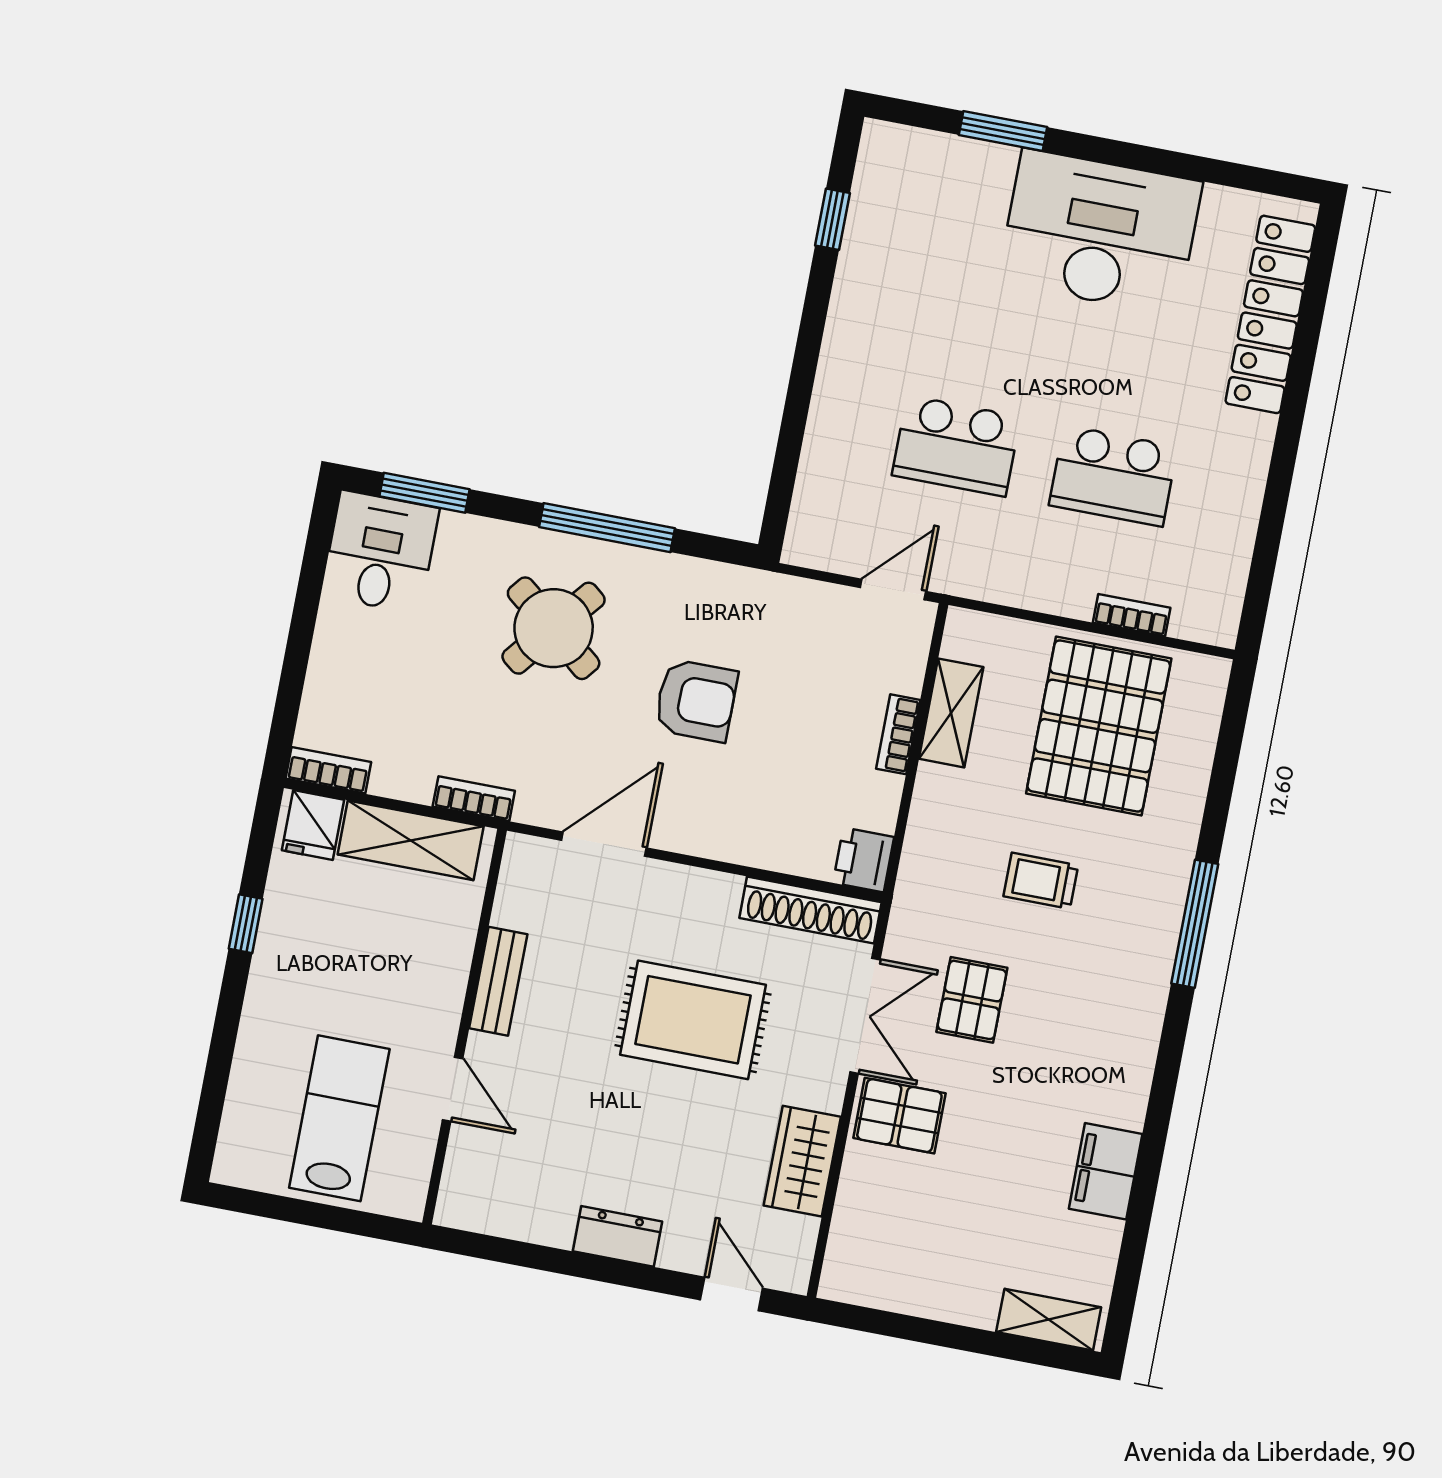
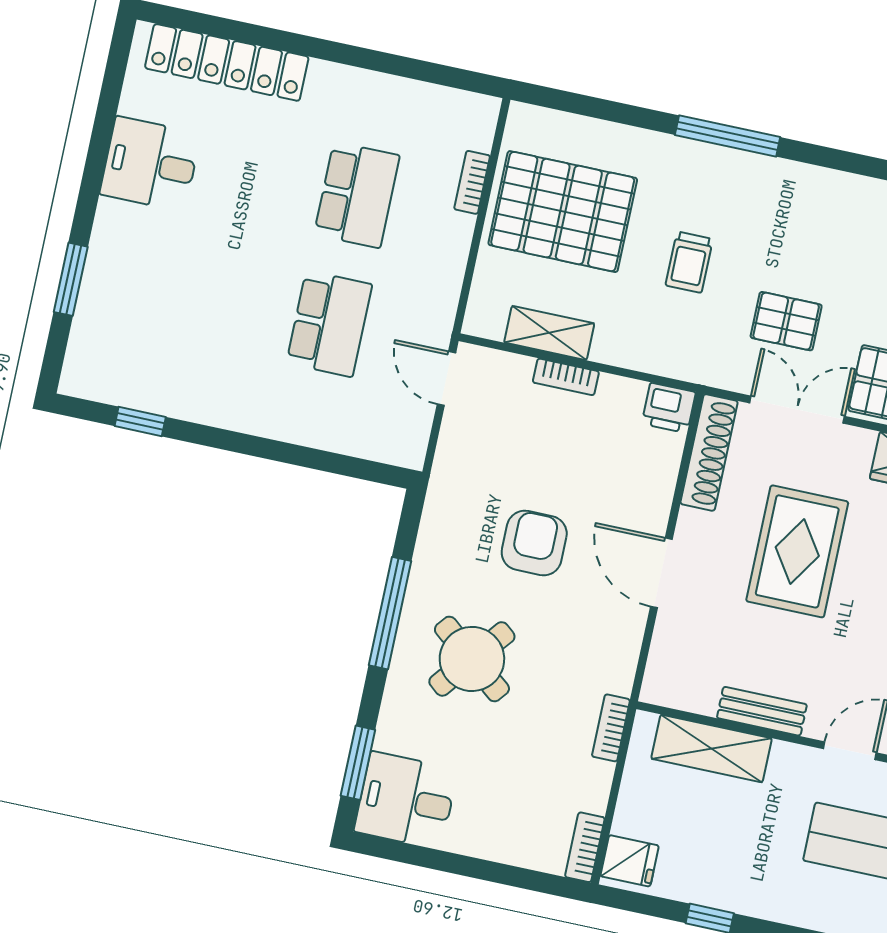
desk: (1100, 232) -> (150, 164), width x0.53, depth x0.77
shelving: (411, 840) -> (711, 748), moved, turned 90
door: (604, 844) -> (661, 573), moved

